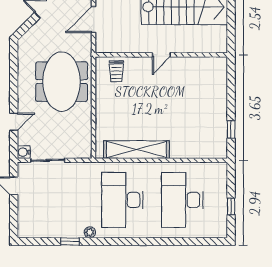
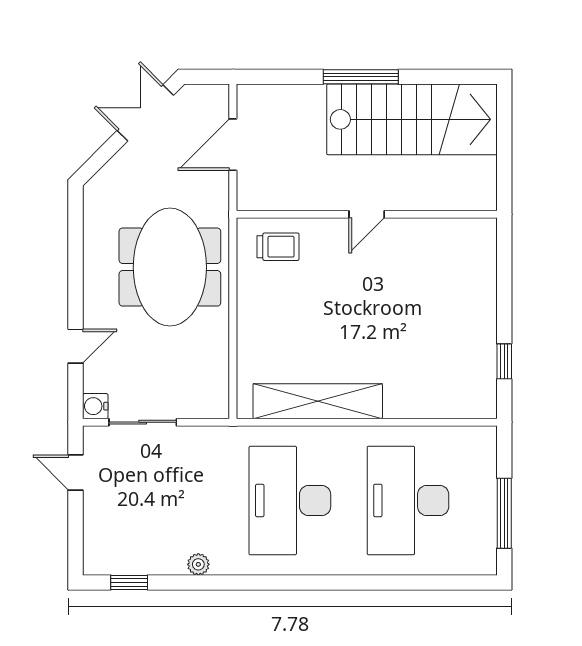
trolley: (116, 71) -> (278, 247), turned -90
window: (231, 206) -> (504, 513), width x2.17
plant: (90, 232) -> (198, 564), moved
window: (70, 242) -> (129, 582), moved

